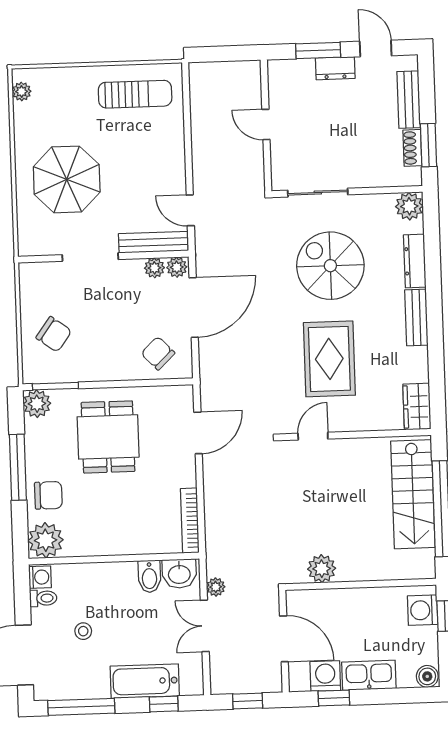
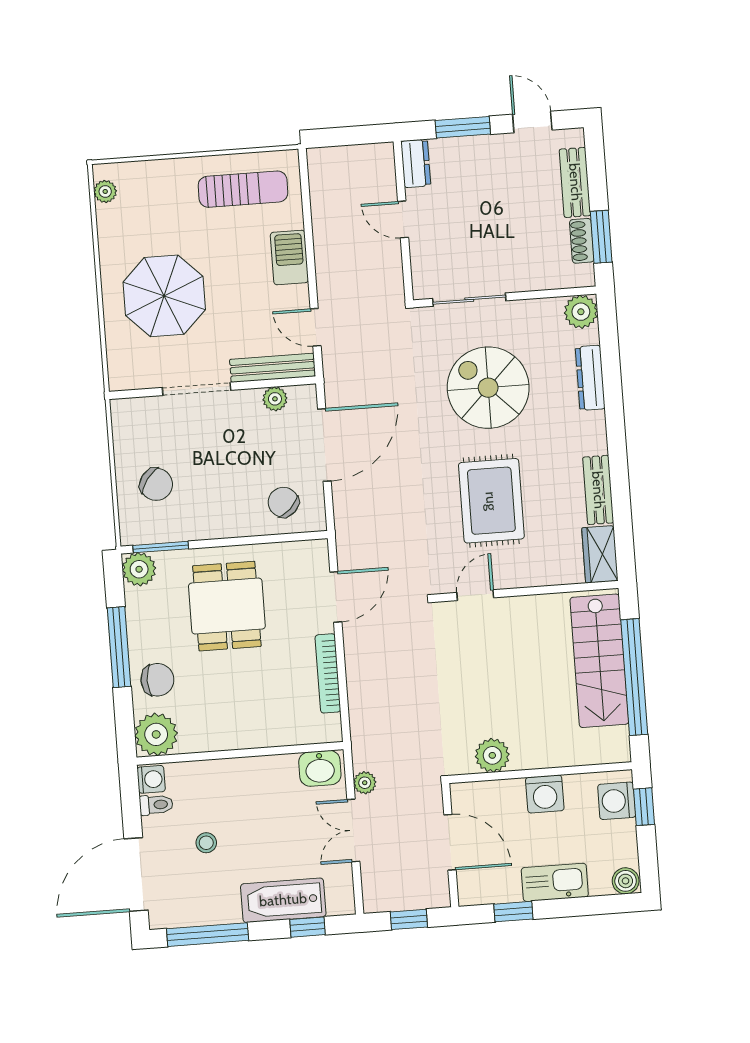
dresser: (335, 68) -> (416, 163), moved, turned -90
barbecue: (171, 152) -> (289, 257), added
plant: (177, 267) -> (302, 397), removed
bench: (416, 317) -> (598, 490), moved
bookcase: (190, 521) -> (328, 673), moved
bidet: (149, 576) -> (284, 773), removed
washing machine: (325, 676) -> (545, 794), moved, turned 180

